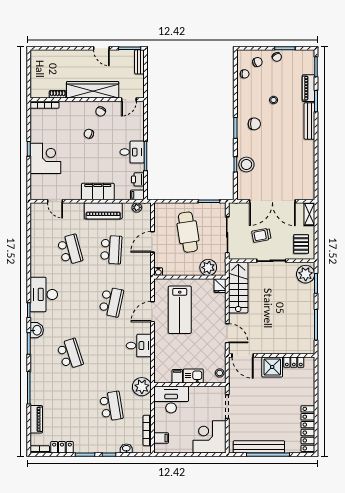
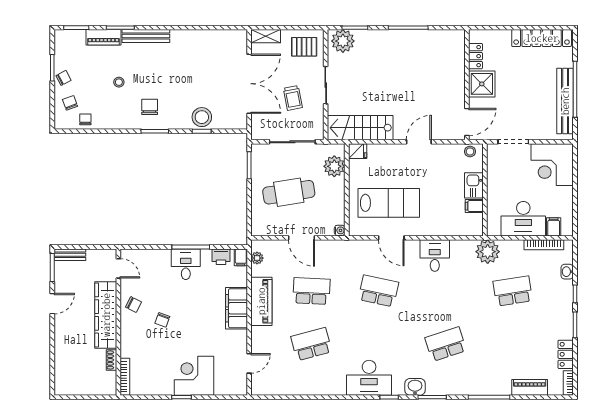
door: (243, 355) -> (467, 122), moved
wall: (272, 355) -> (467, 85), moved
locker: (294, 362) -> (475, 56), moved
shower: (272, 367) -> (482, 84), moved
desk: (171, 400) -> (523, 219), moved, turned -90

